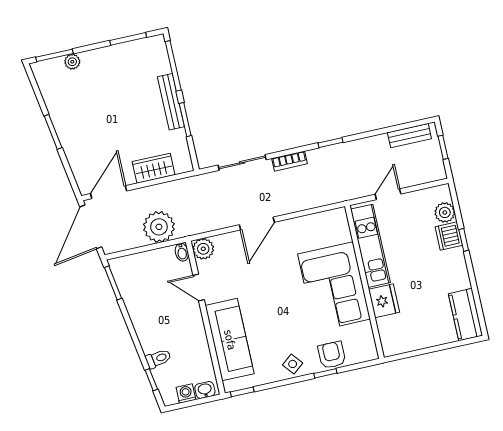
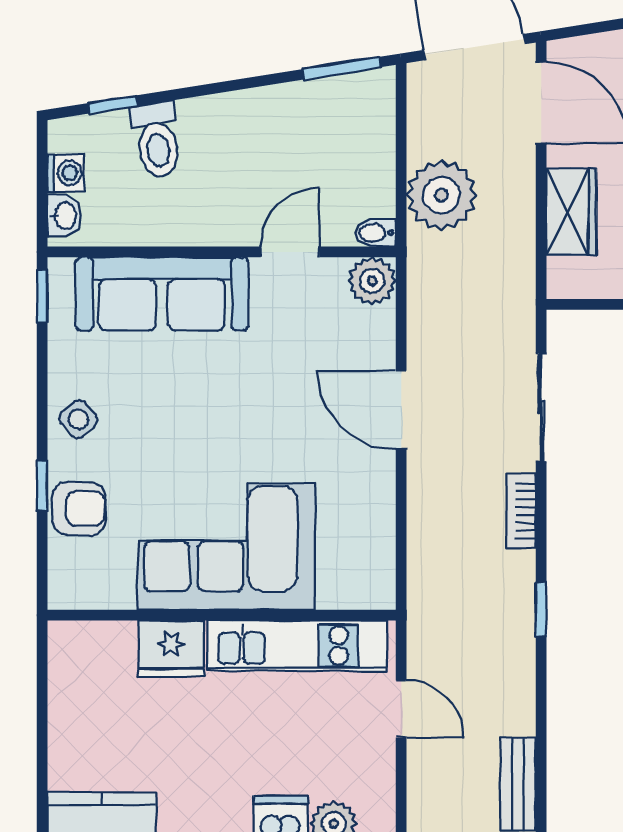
toilet: (158, 359) -> (157, 140), width x1.37, depth x1.39

